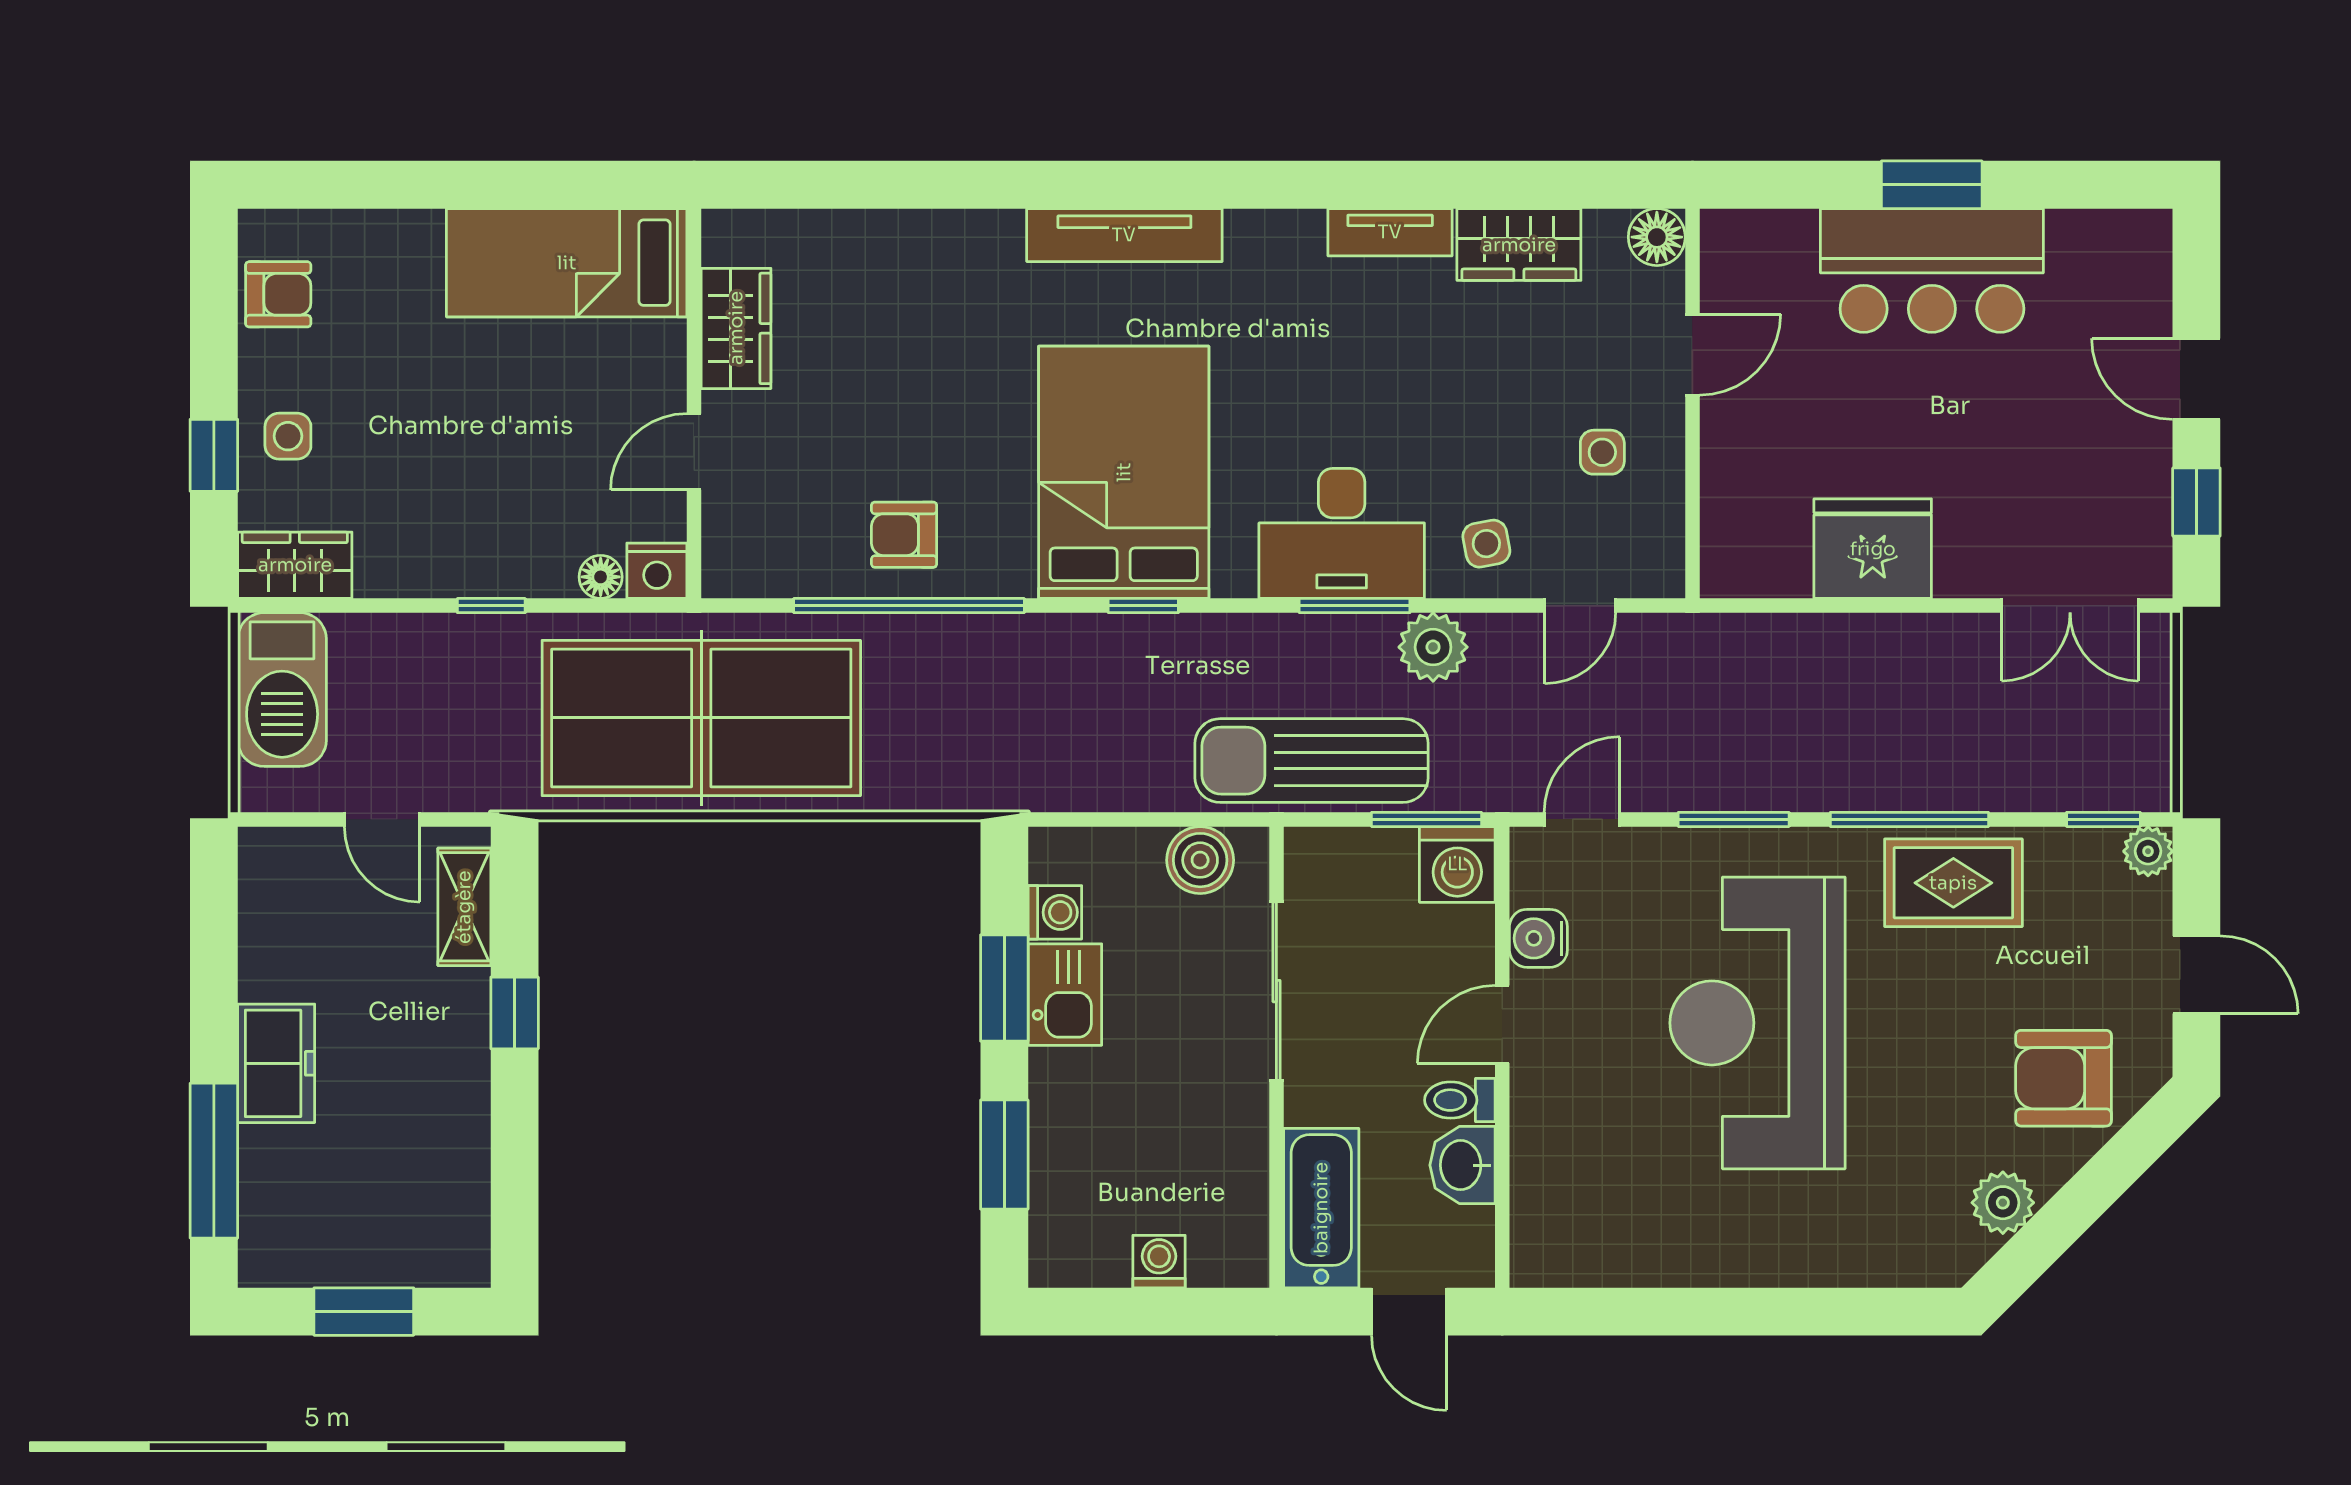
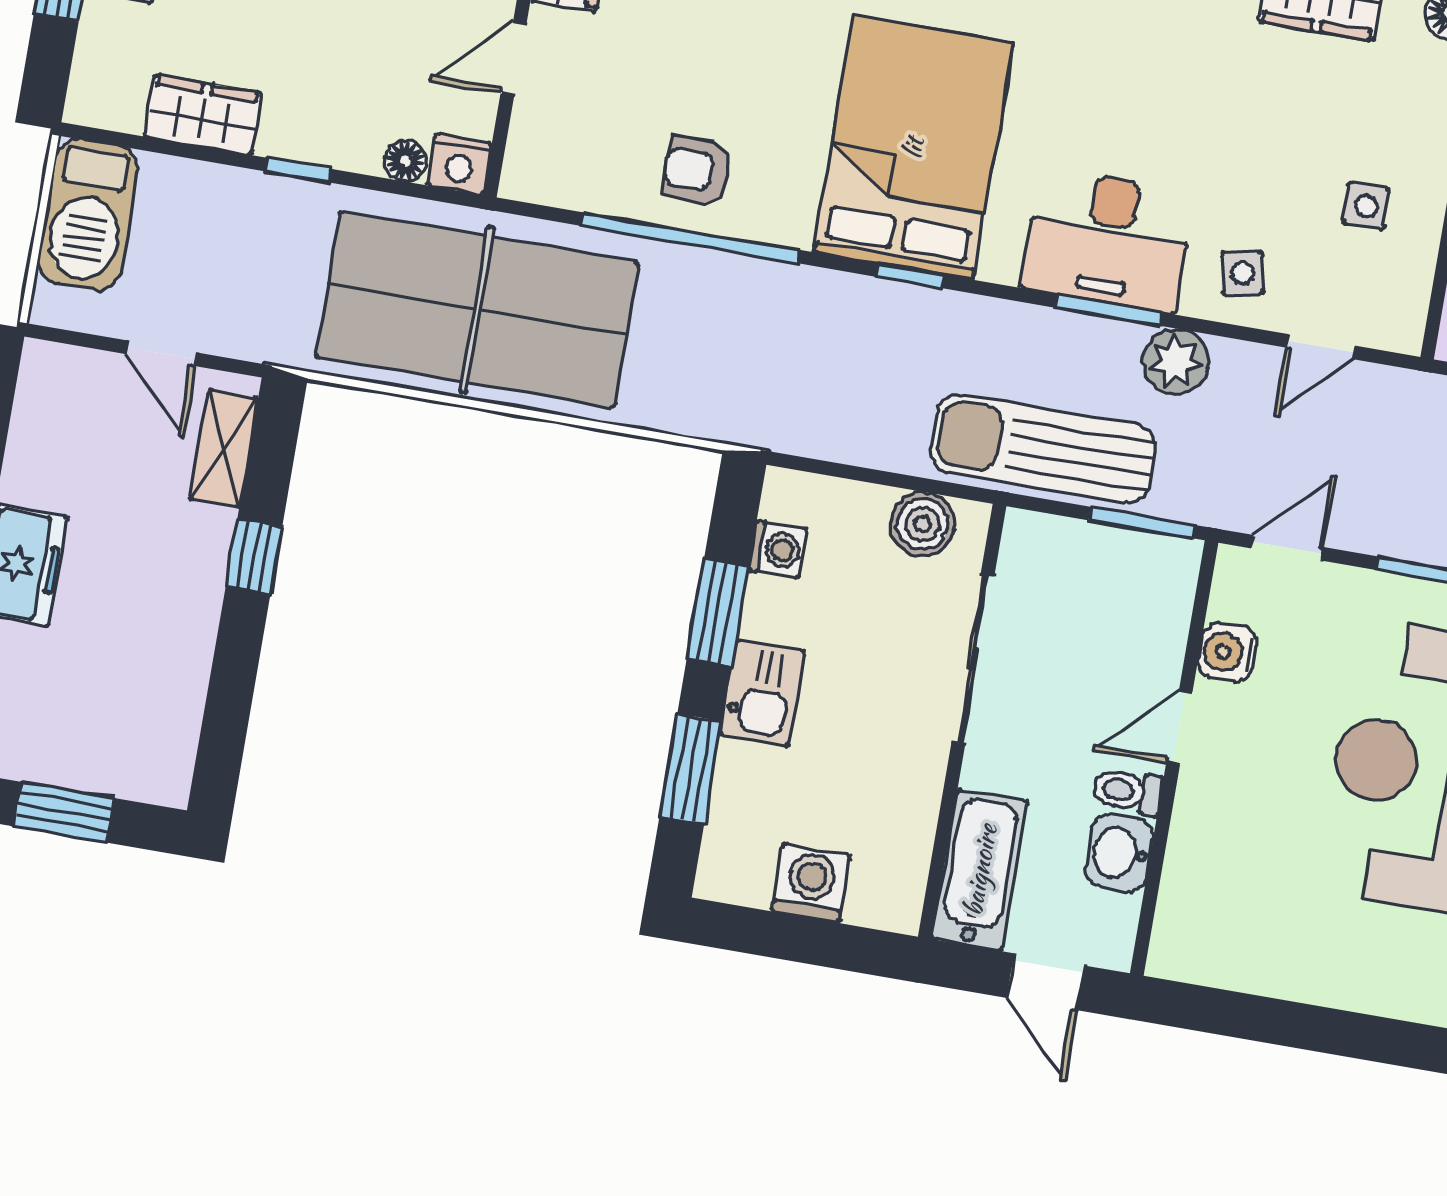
wardrobe: (295, 565) -> (203, 115), moved
washing machine: (1457, 864) -> (1163, 570), removed
kitchen sink: (1065, 995) -> (762, 693), moved
washing machine: (1159, 1262) -> (811, 883), width x1.38, depth x1.38

